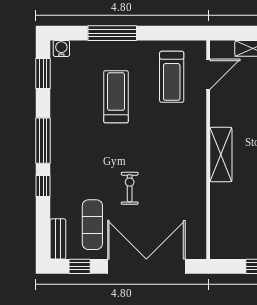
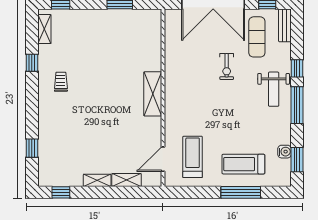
water cooler: (61, 48) -> (285, 152), moved, turned -90
treadmill: (116, 97) -> (243, 164), moved, turned 90
weight bench: (72, 160) -> (274, 89), added

